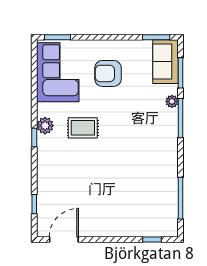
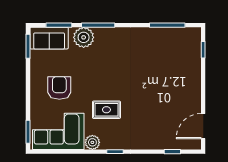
armchair: (108, 73) -> (59, 88), turned 180
plant: (172, 101) -> (84, 37), width x1.87, depth x1.87
plant: (45, 126) -> (92, 142), moved
rug: (83, 128) -> (106, 110), turned 90
door: (64, 240) -> (203, 126), hinge flipped

